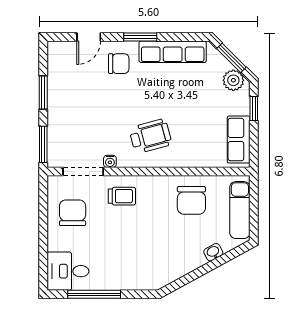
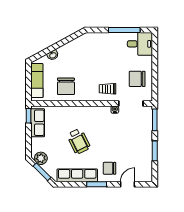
window: (254, 109) -> (29, 116), moved
wheelchair: (150, 136) -> (79, 141), moved, turned -101
chair: (191, 200) -> (66, 86), turned 180
chair: (73, 213) -> (137, 79), turned 90

